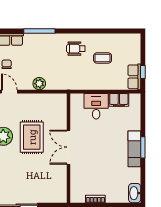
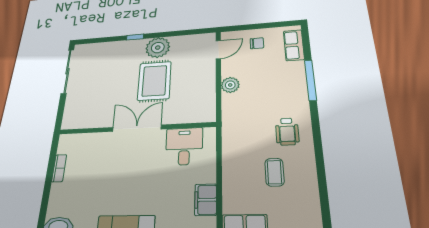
wheelchair: (76, 49) -> (287, 132), turned 180
desk: (96, 106) -> (184, 146), moved, turned -90
rug: (32, 137) -> (154, 81), turned 90

